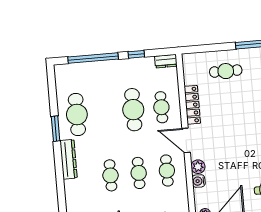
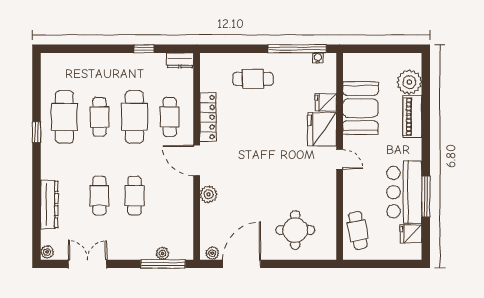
window: (93, 58) -> (90, 49), removed
window: (56, 129) -> (36, 132), width x0.67
dresser: (69, 159) -> (49, 205), moved
cafe table: (167, 171) -> (99, 117), moved
water cooler: (199, 181) -> (208, 212), removed

